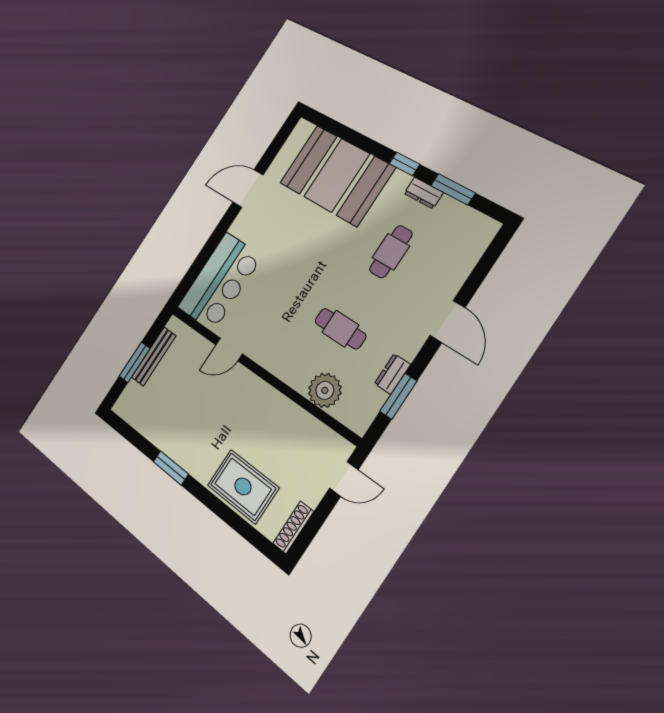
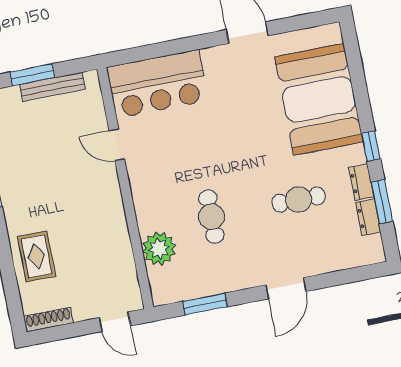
dresser: (392, 374) -> (368, 217), moved, turned -90
rug: (243, 486) -> (37, 256), width x0.73, depth x0.70

